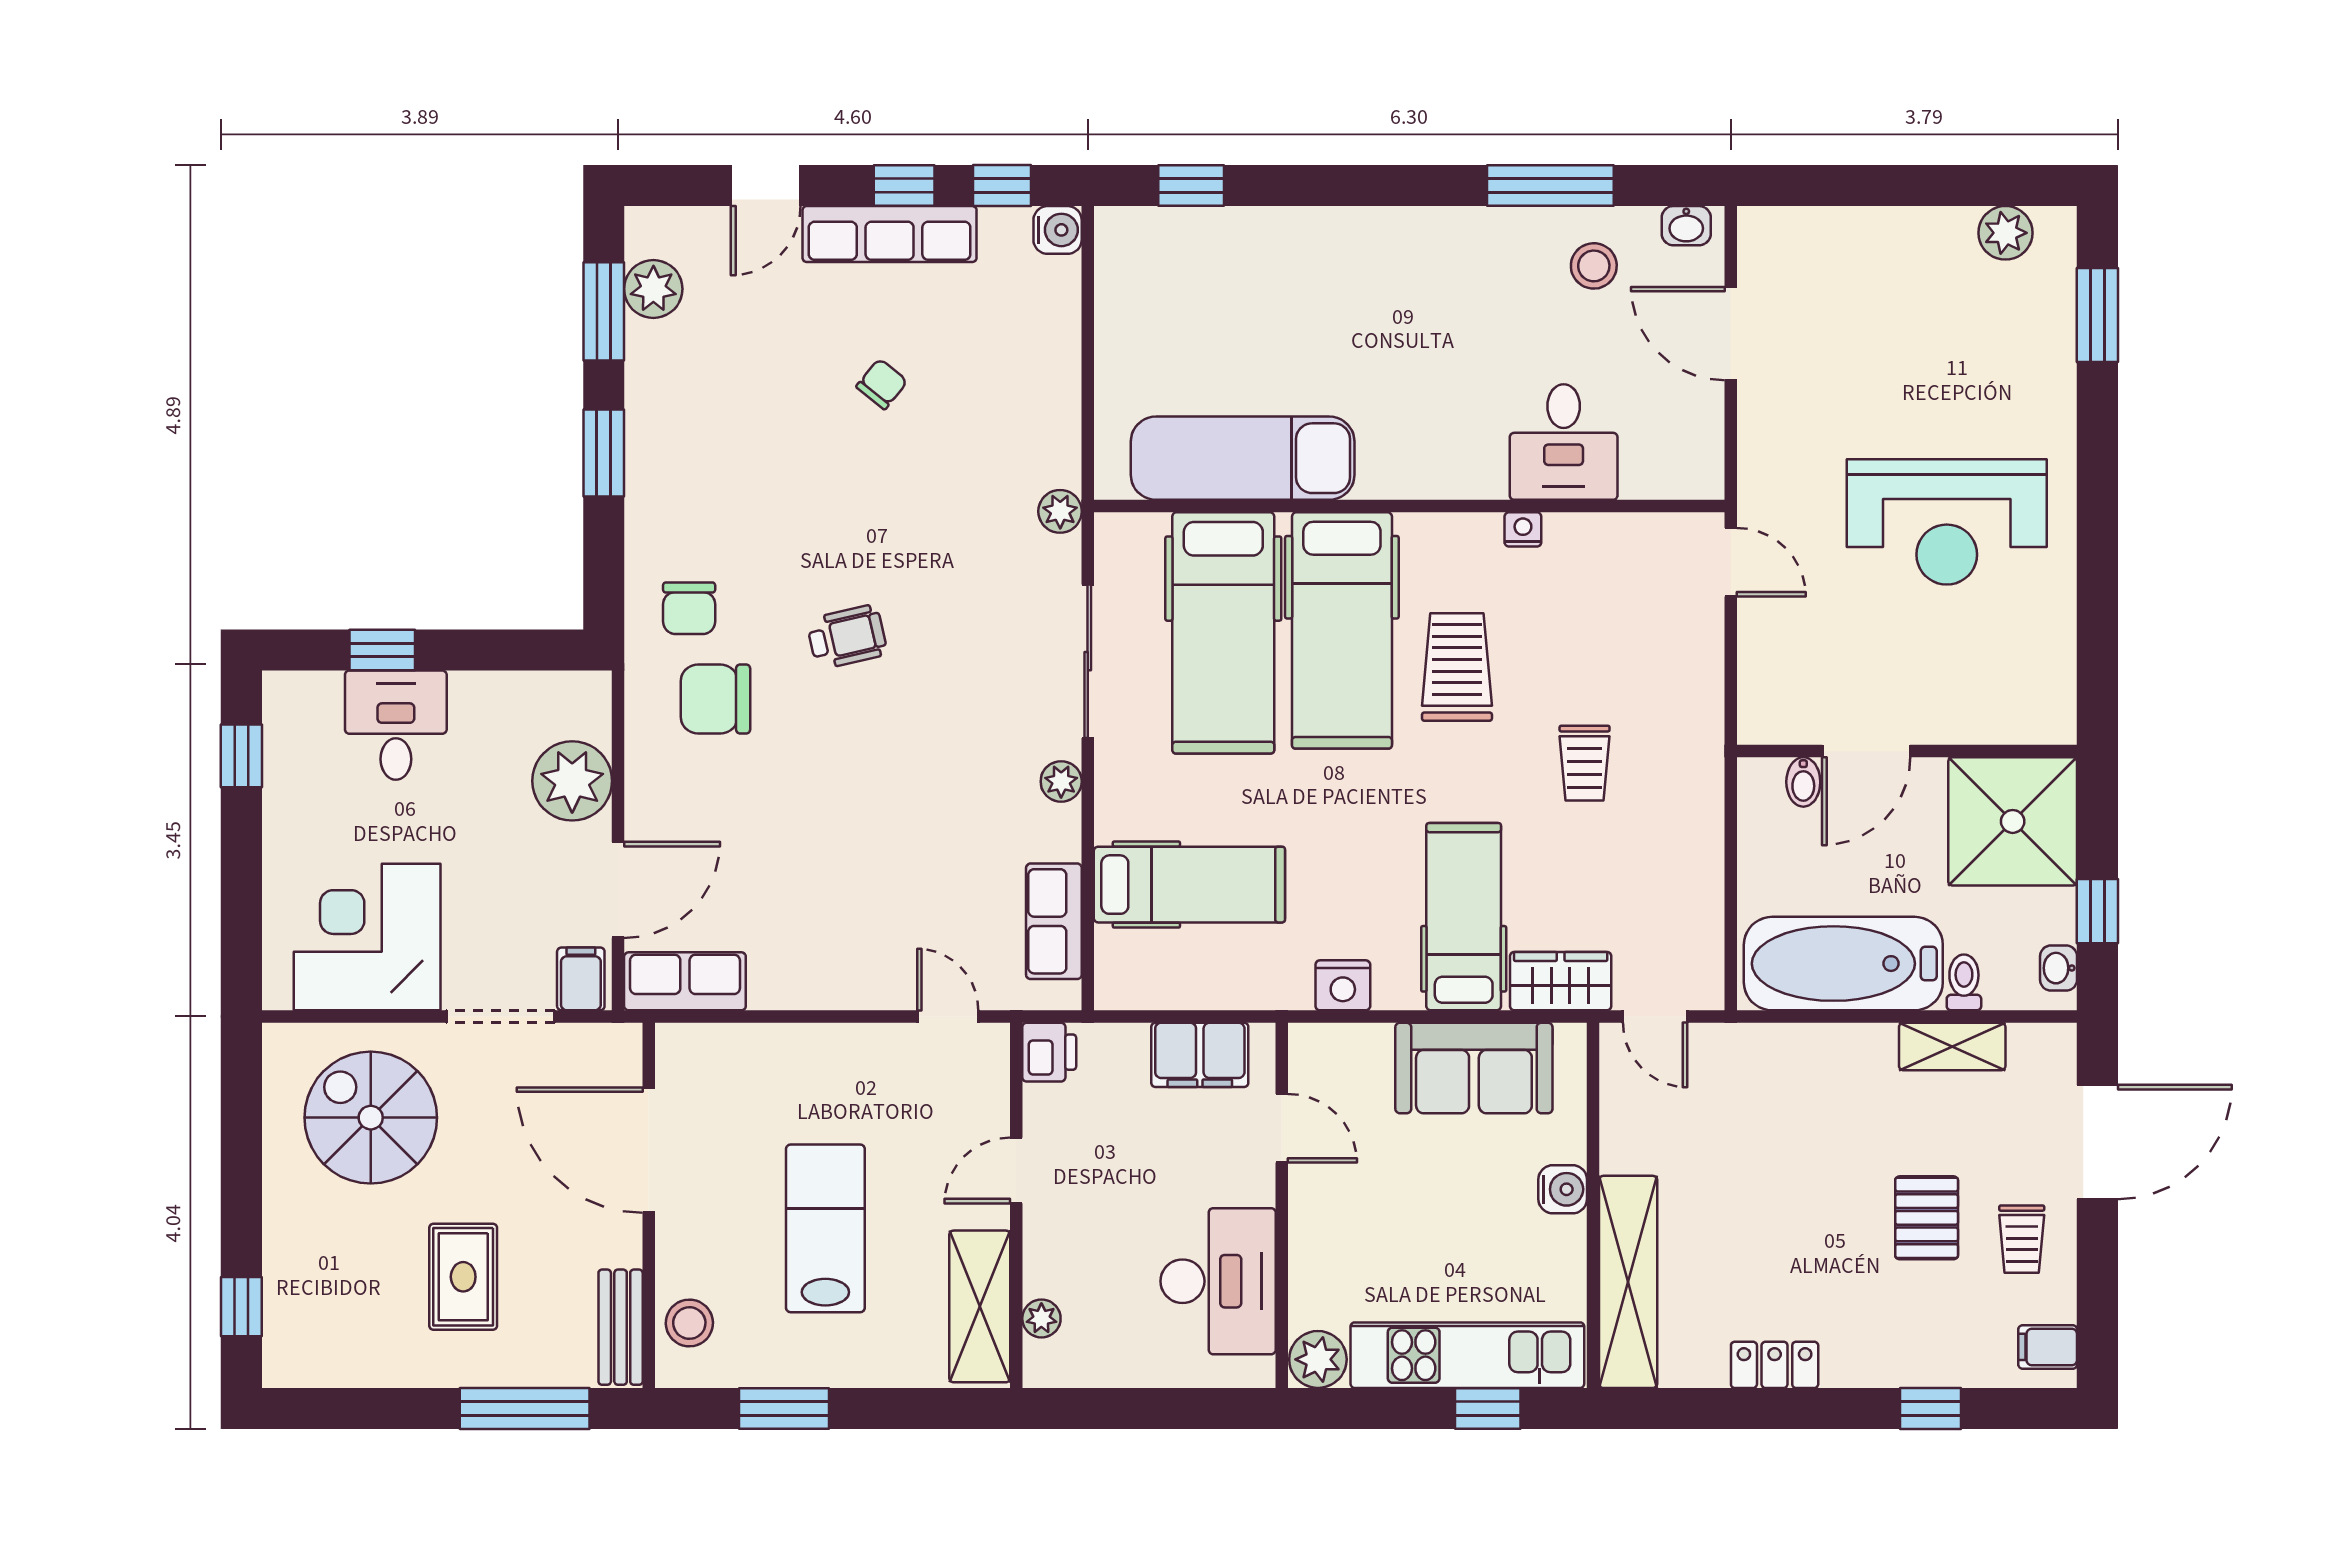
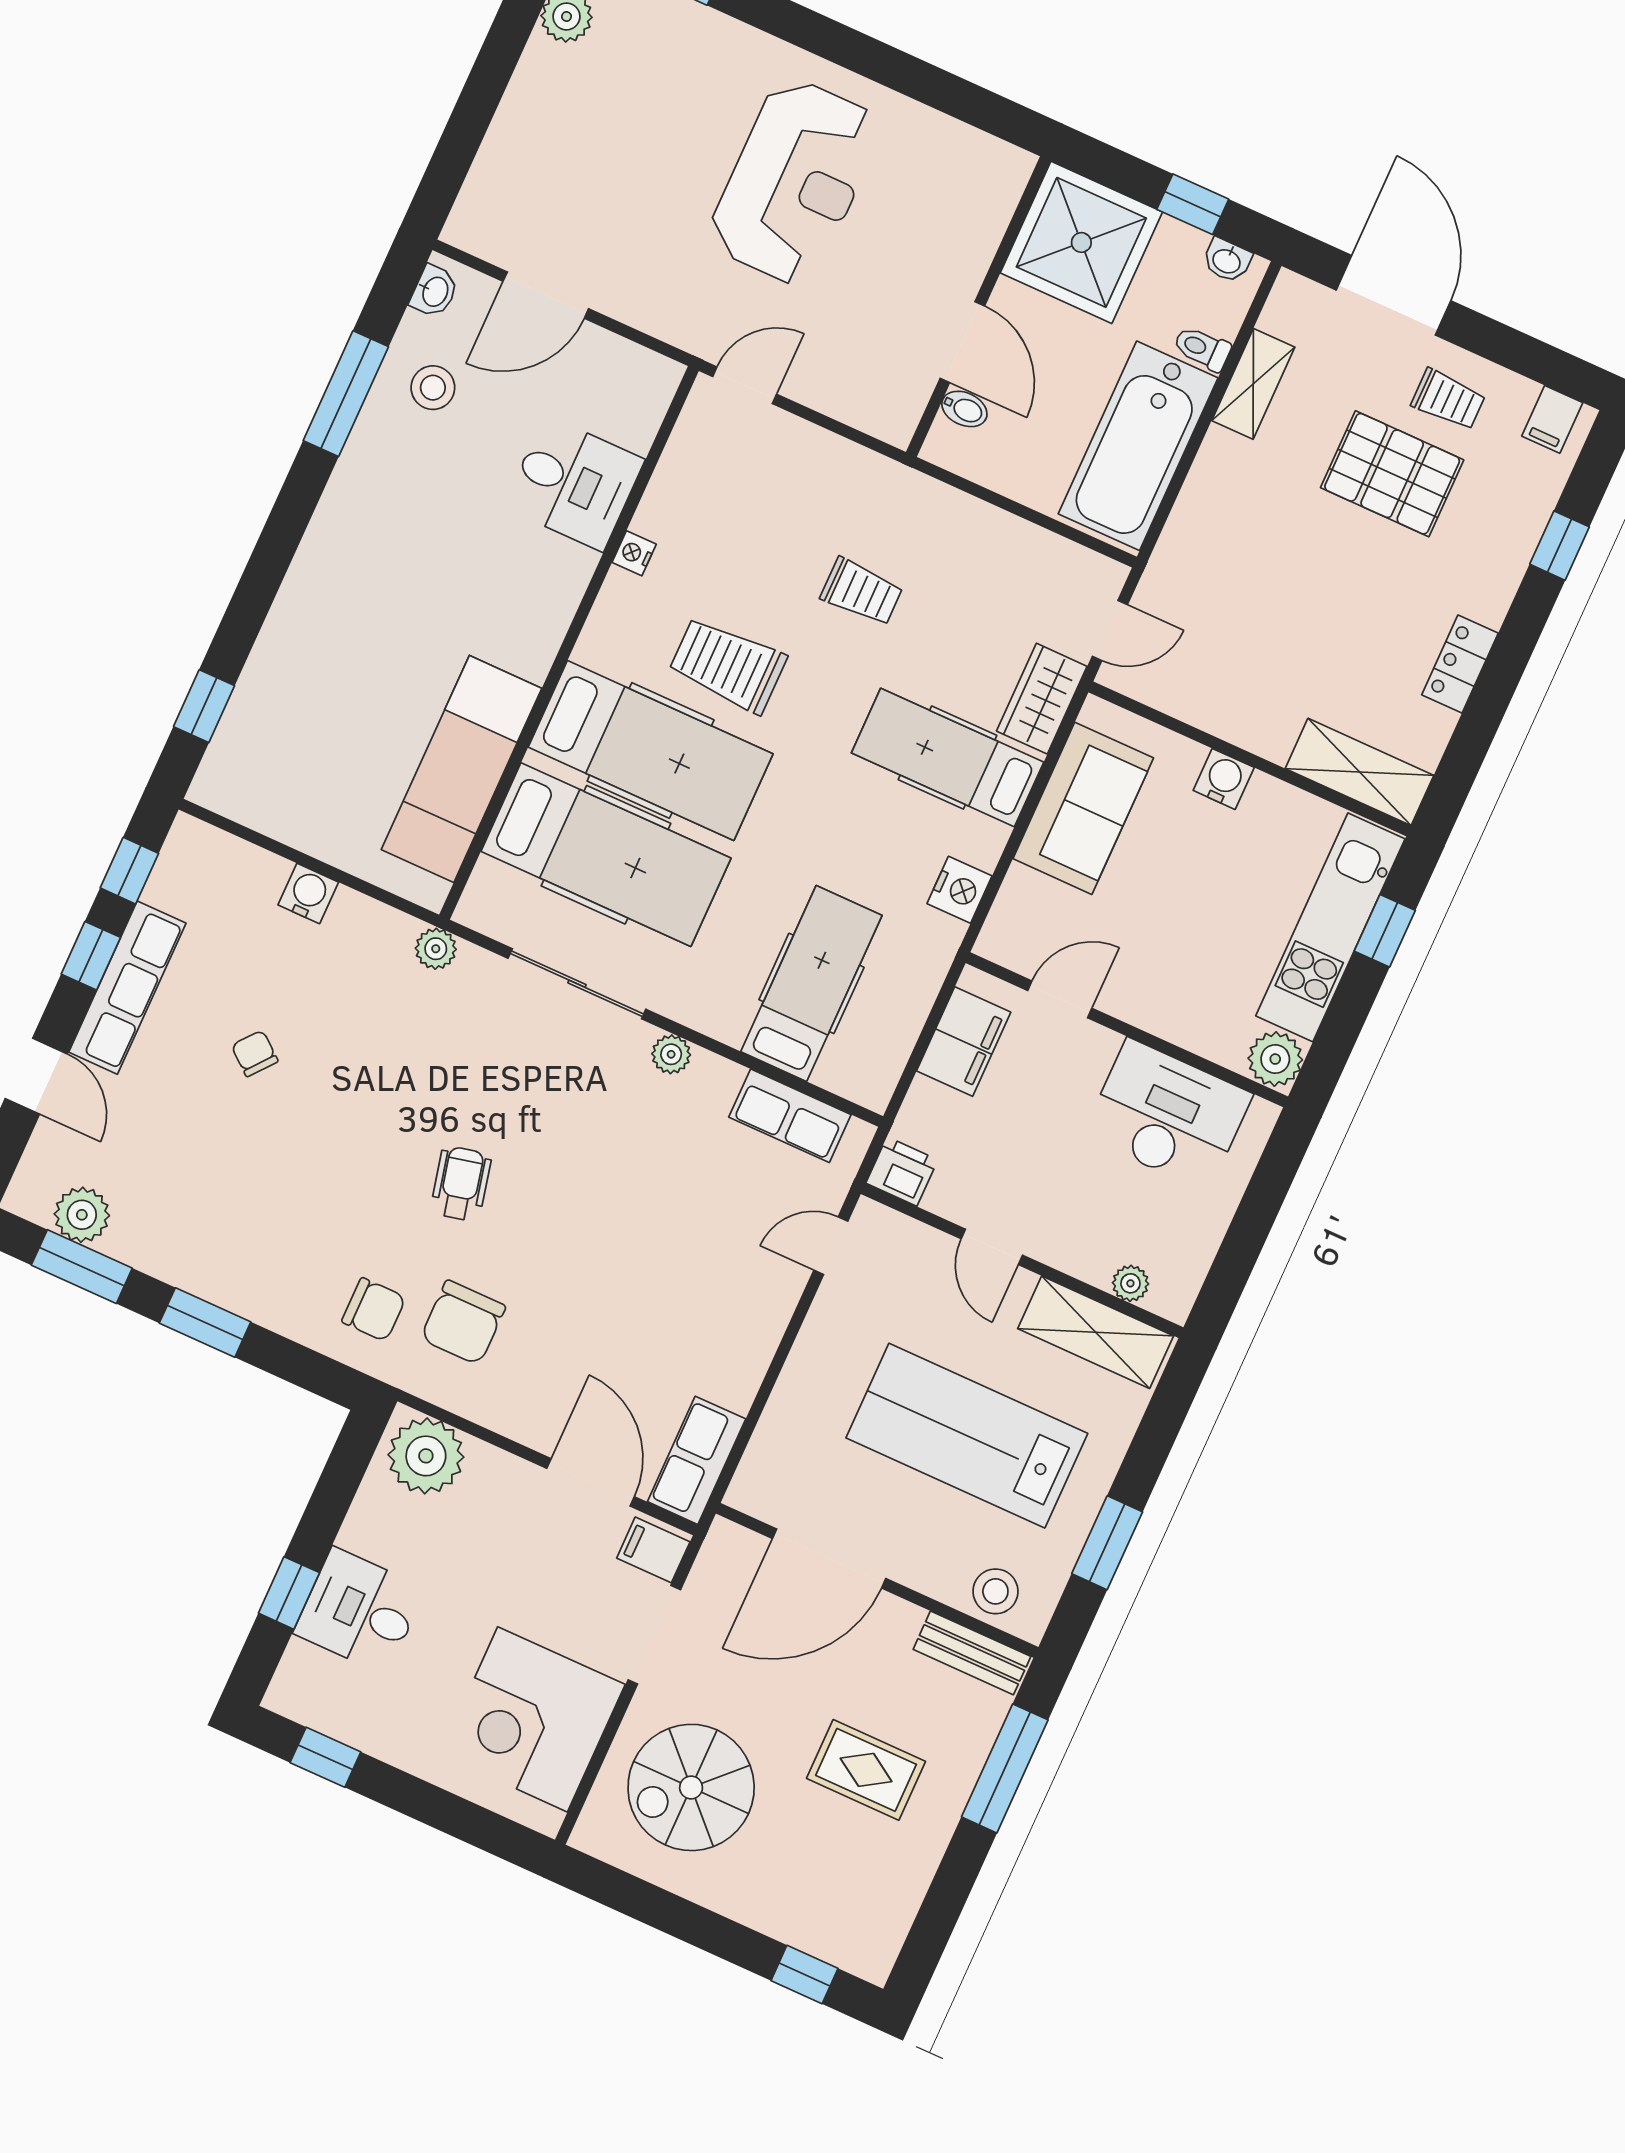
water cooler: (1058, 230) -> (308, 893), moved
plant: (572, 781) -> (426, 1456), moved
pallet: (1927, 1218) -> (1392, 474), width x1.50, depth x1.42
lab bench: (825, 1228) -> (967, 1436), width x1.36, depth x1.39
shelving: (1628, 1282) -> (1359, 772), width x0.68

